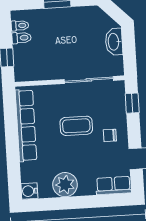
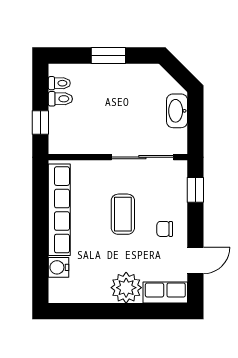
coffee table: (76, 126) -> (123, 214), turned 90
plant: (65, 185) -> (126, 288), moved
water cooler: (29, 191) -> (59, 267), moved

